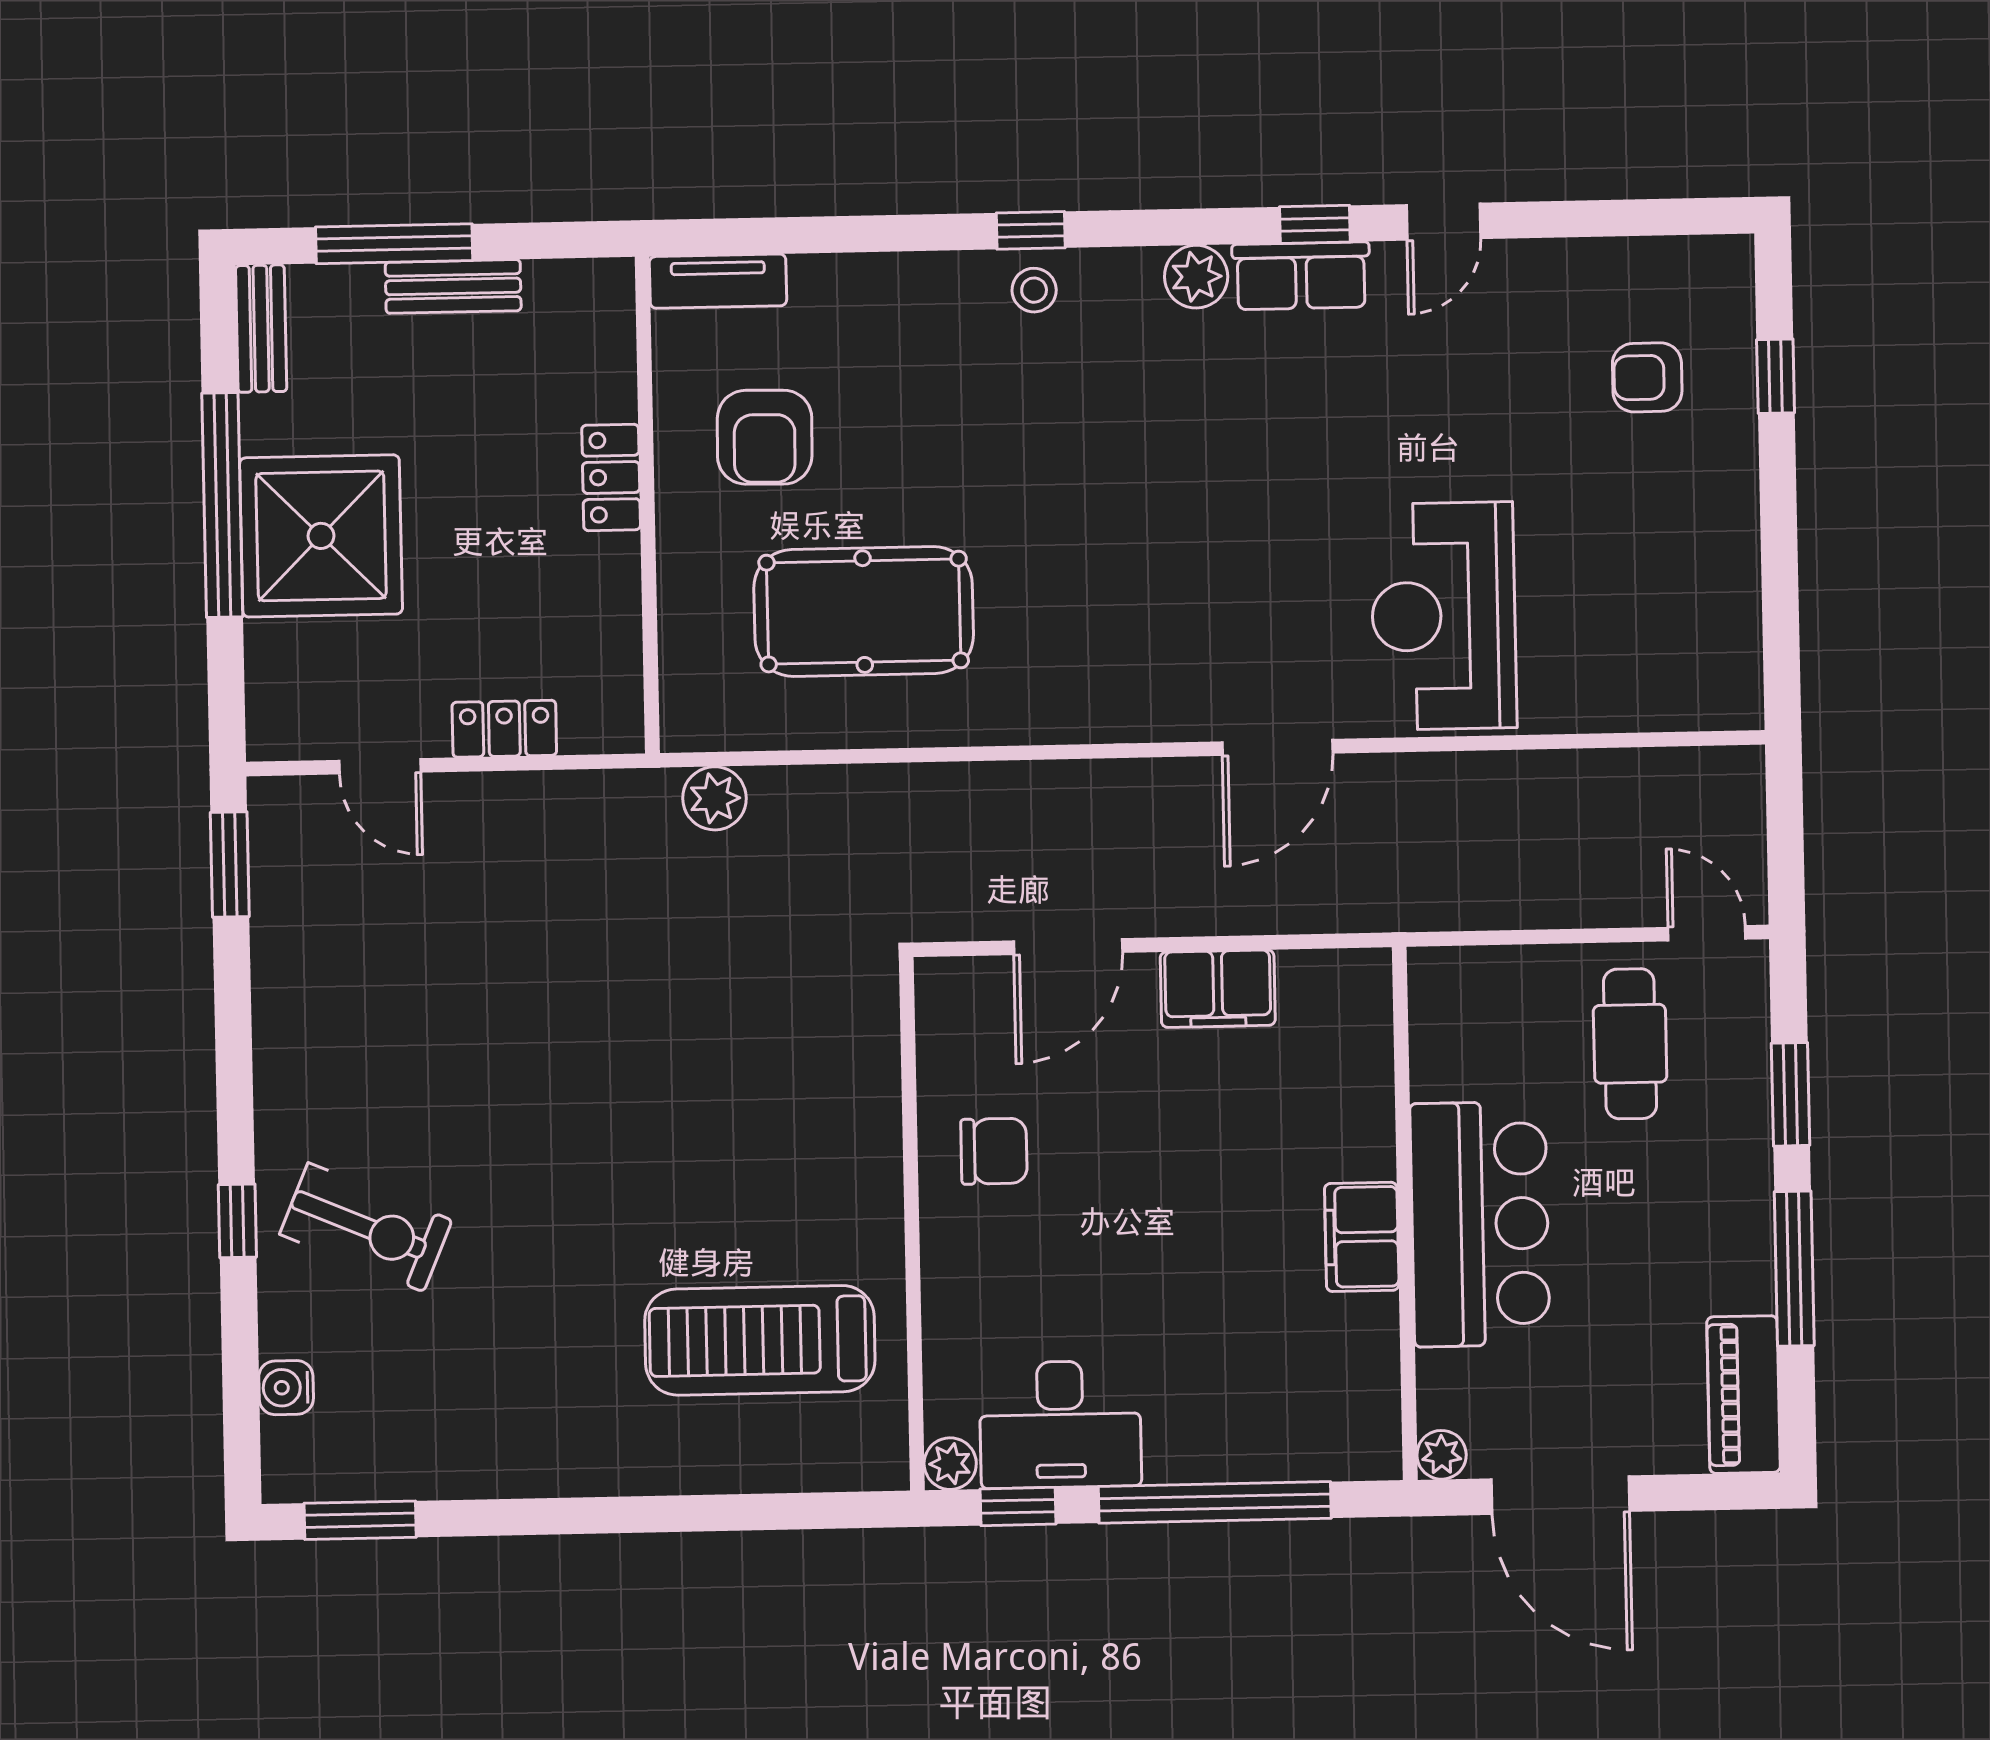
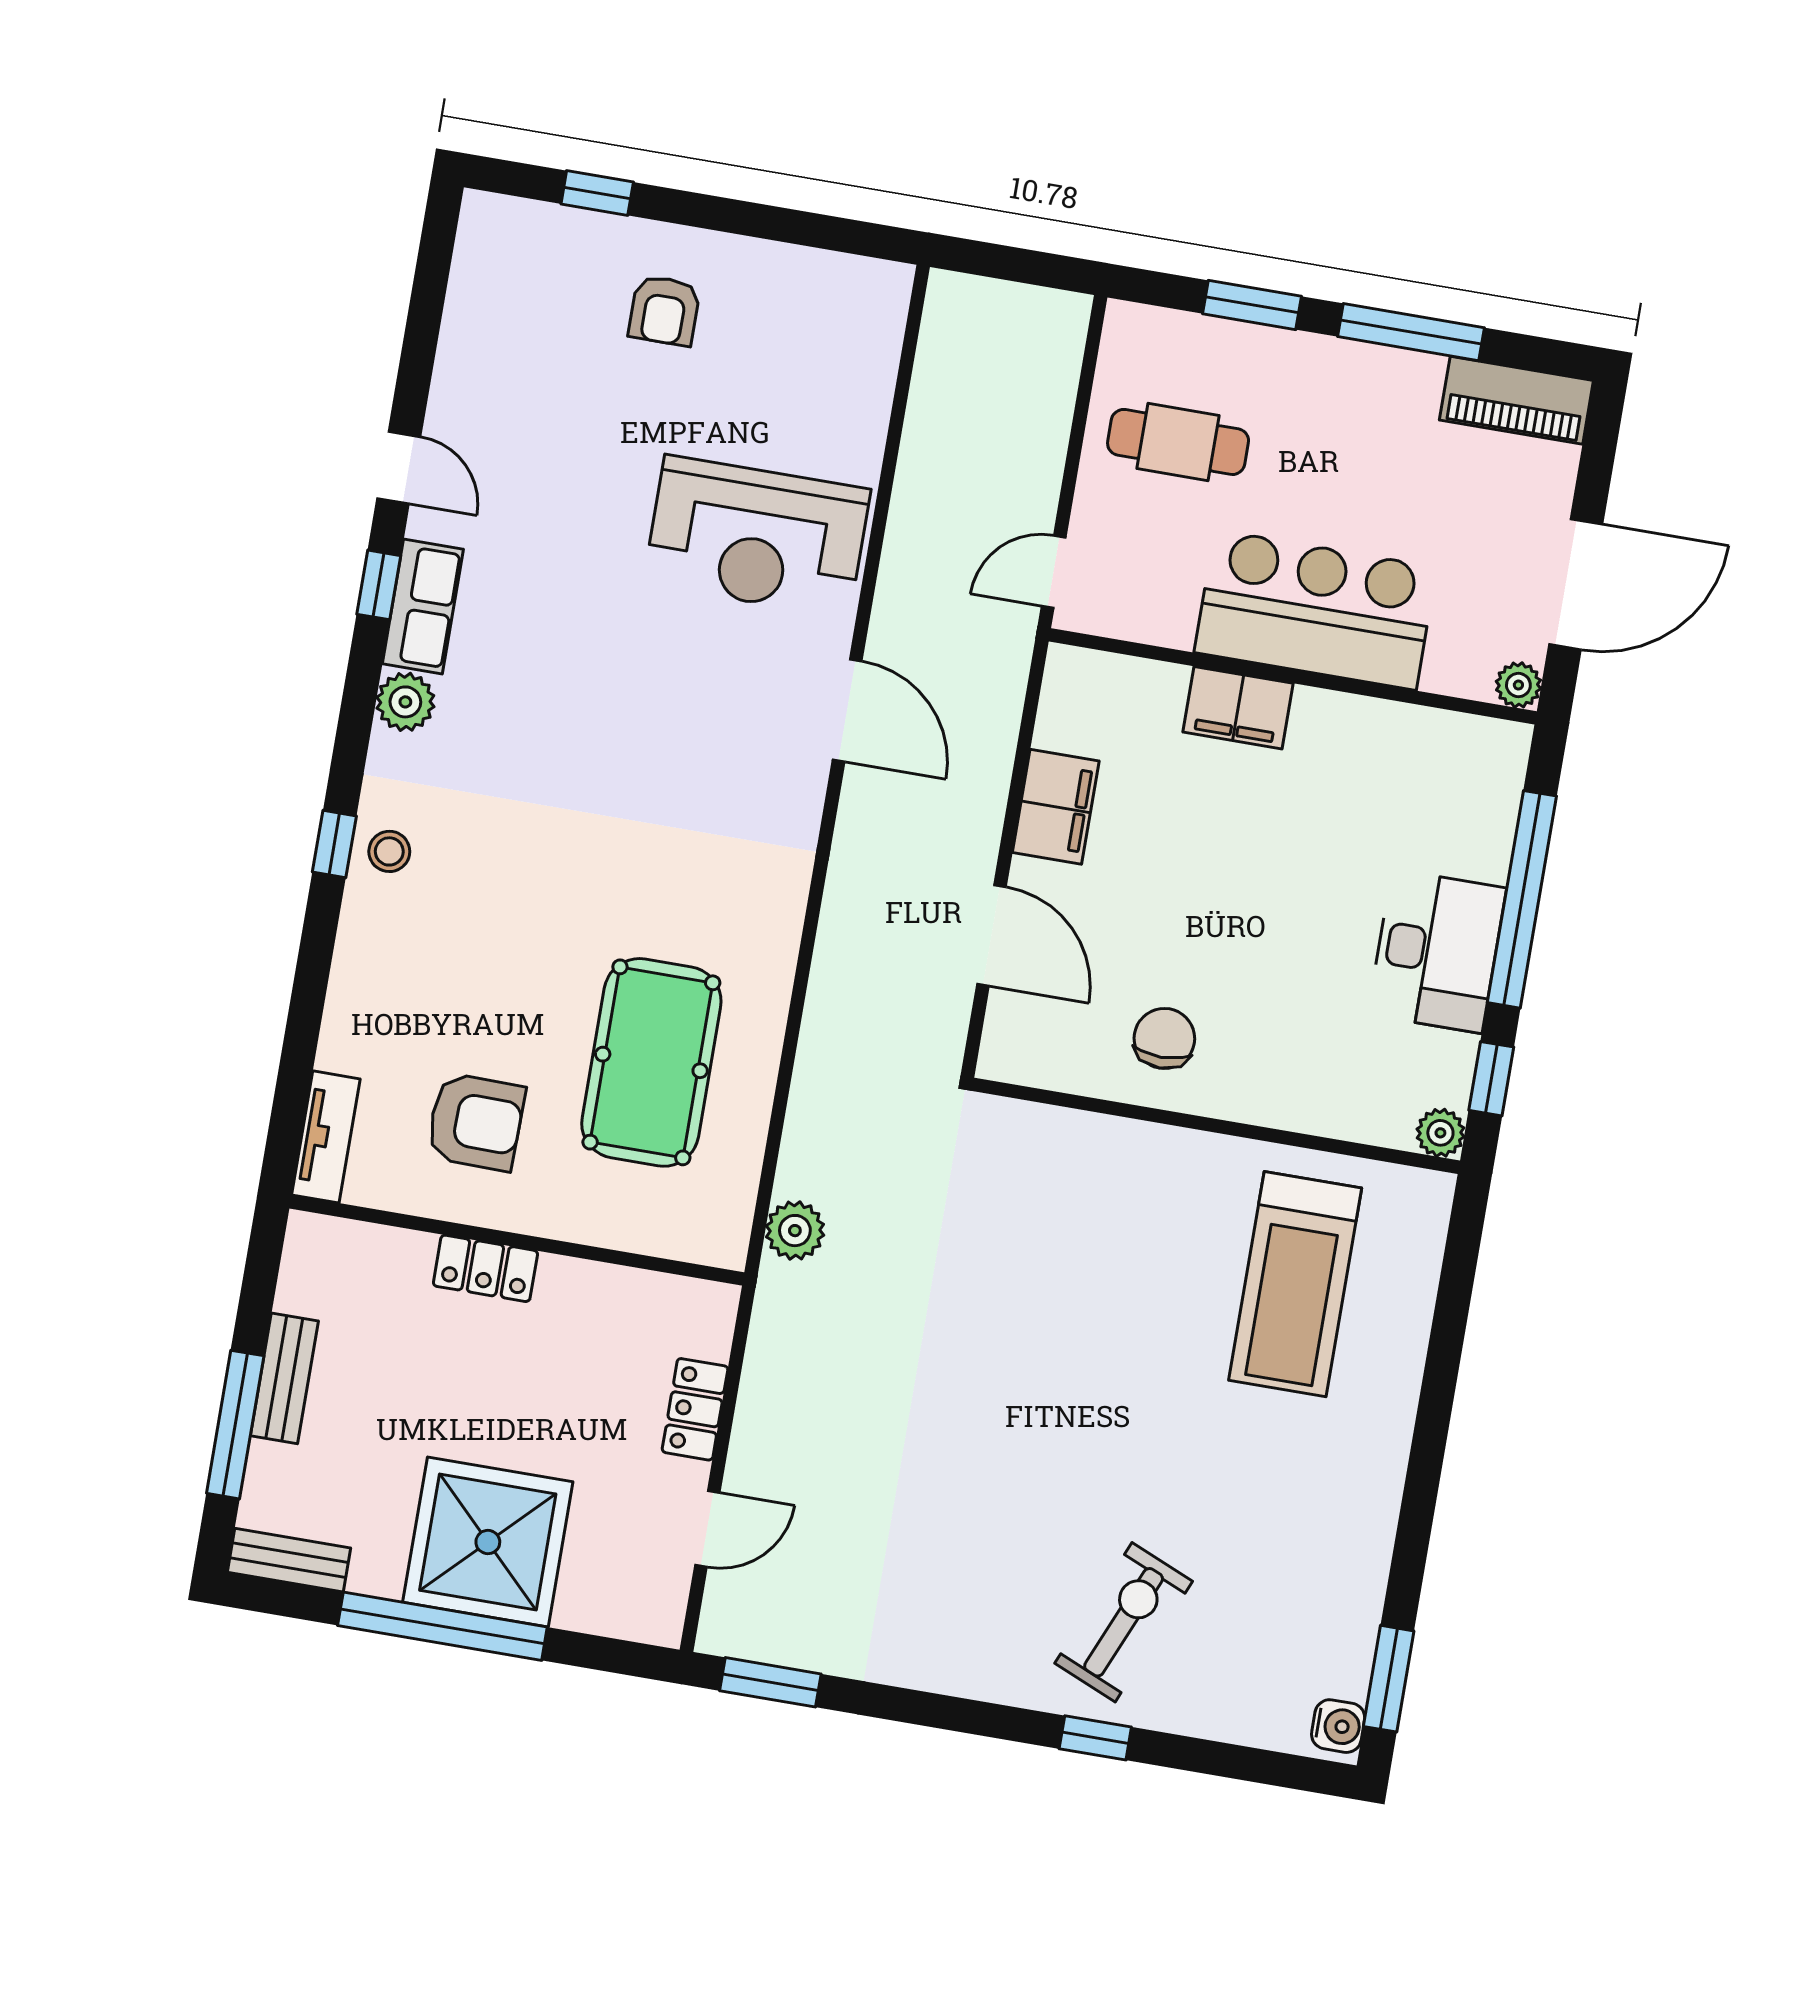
armchair: (1647, 377) -> (664, 310), moved
door: (1707, 933) -> (1054, 572), moved
filing cabinet: (1362, 1237) -> (1238, 708), moved
water cooler: (286, 1388) -> (1338, 1726), moved, turned -90
desk: (1060, 1424) -> (1437, 951), moved

